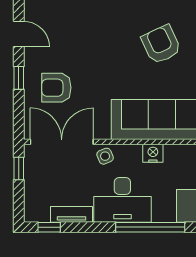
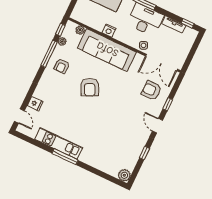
armchair: (56, 88) -> (151, 90), turned 180
nightstand: (153, 153) -> (109, 31), moved
window: (19, 168) -> (189, 59), removed

